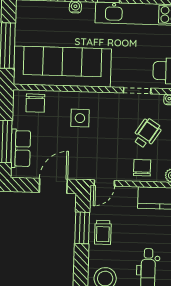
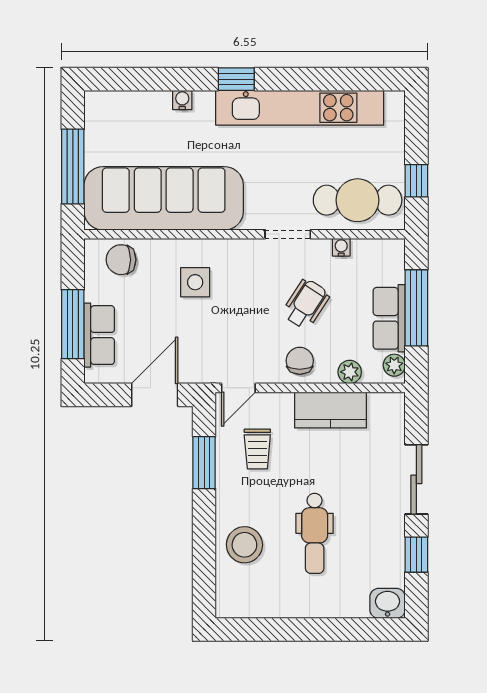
chair: (35, 103) -> (121, 260), turned 90
trolley: (103, 232) -> (257, 449), moved

